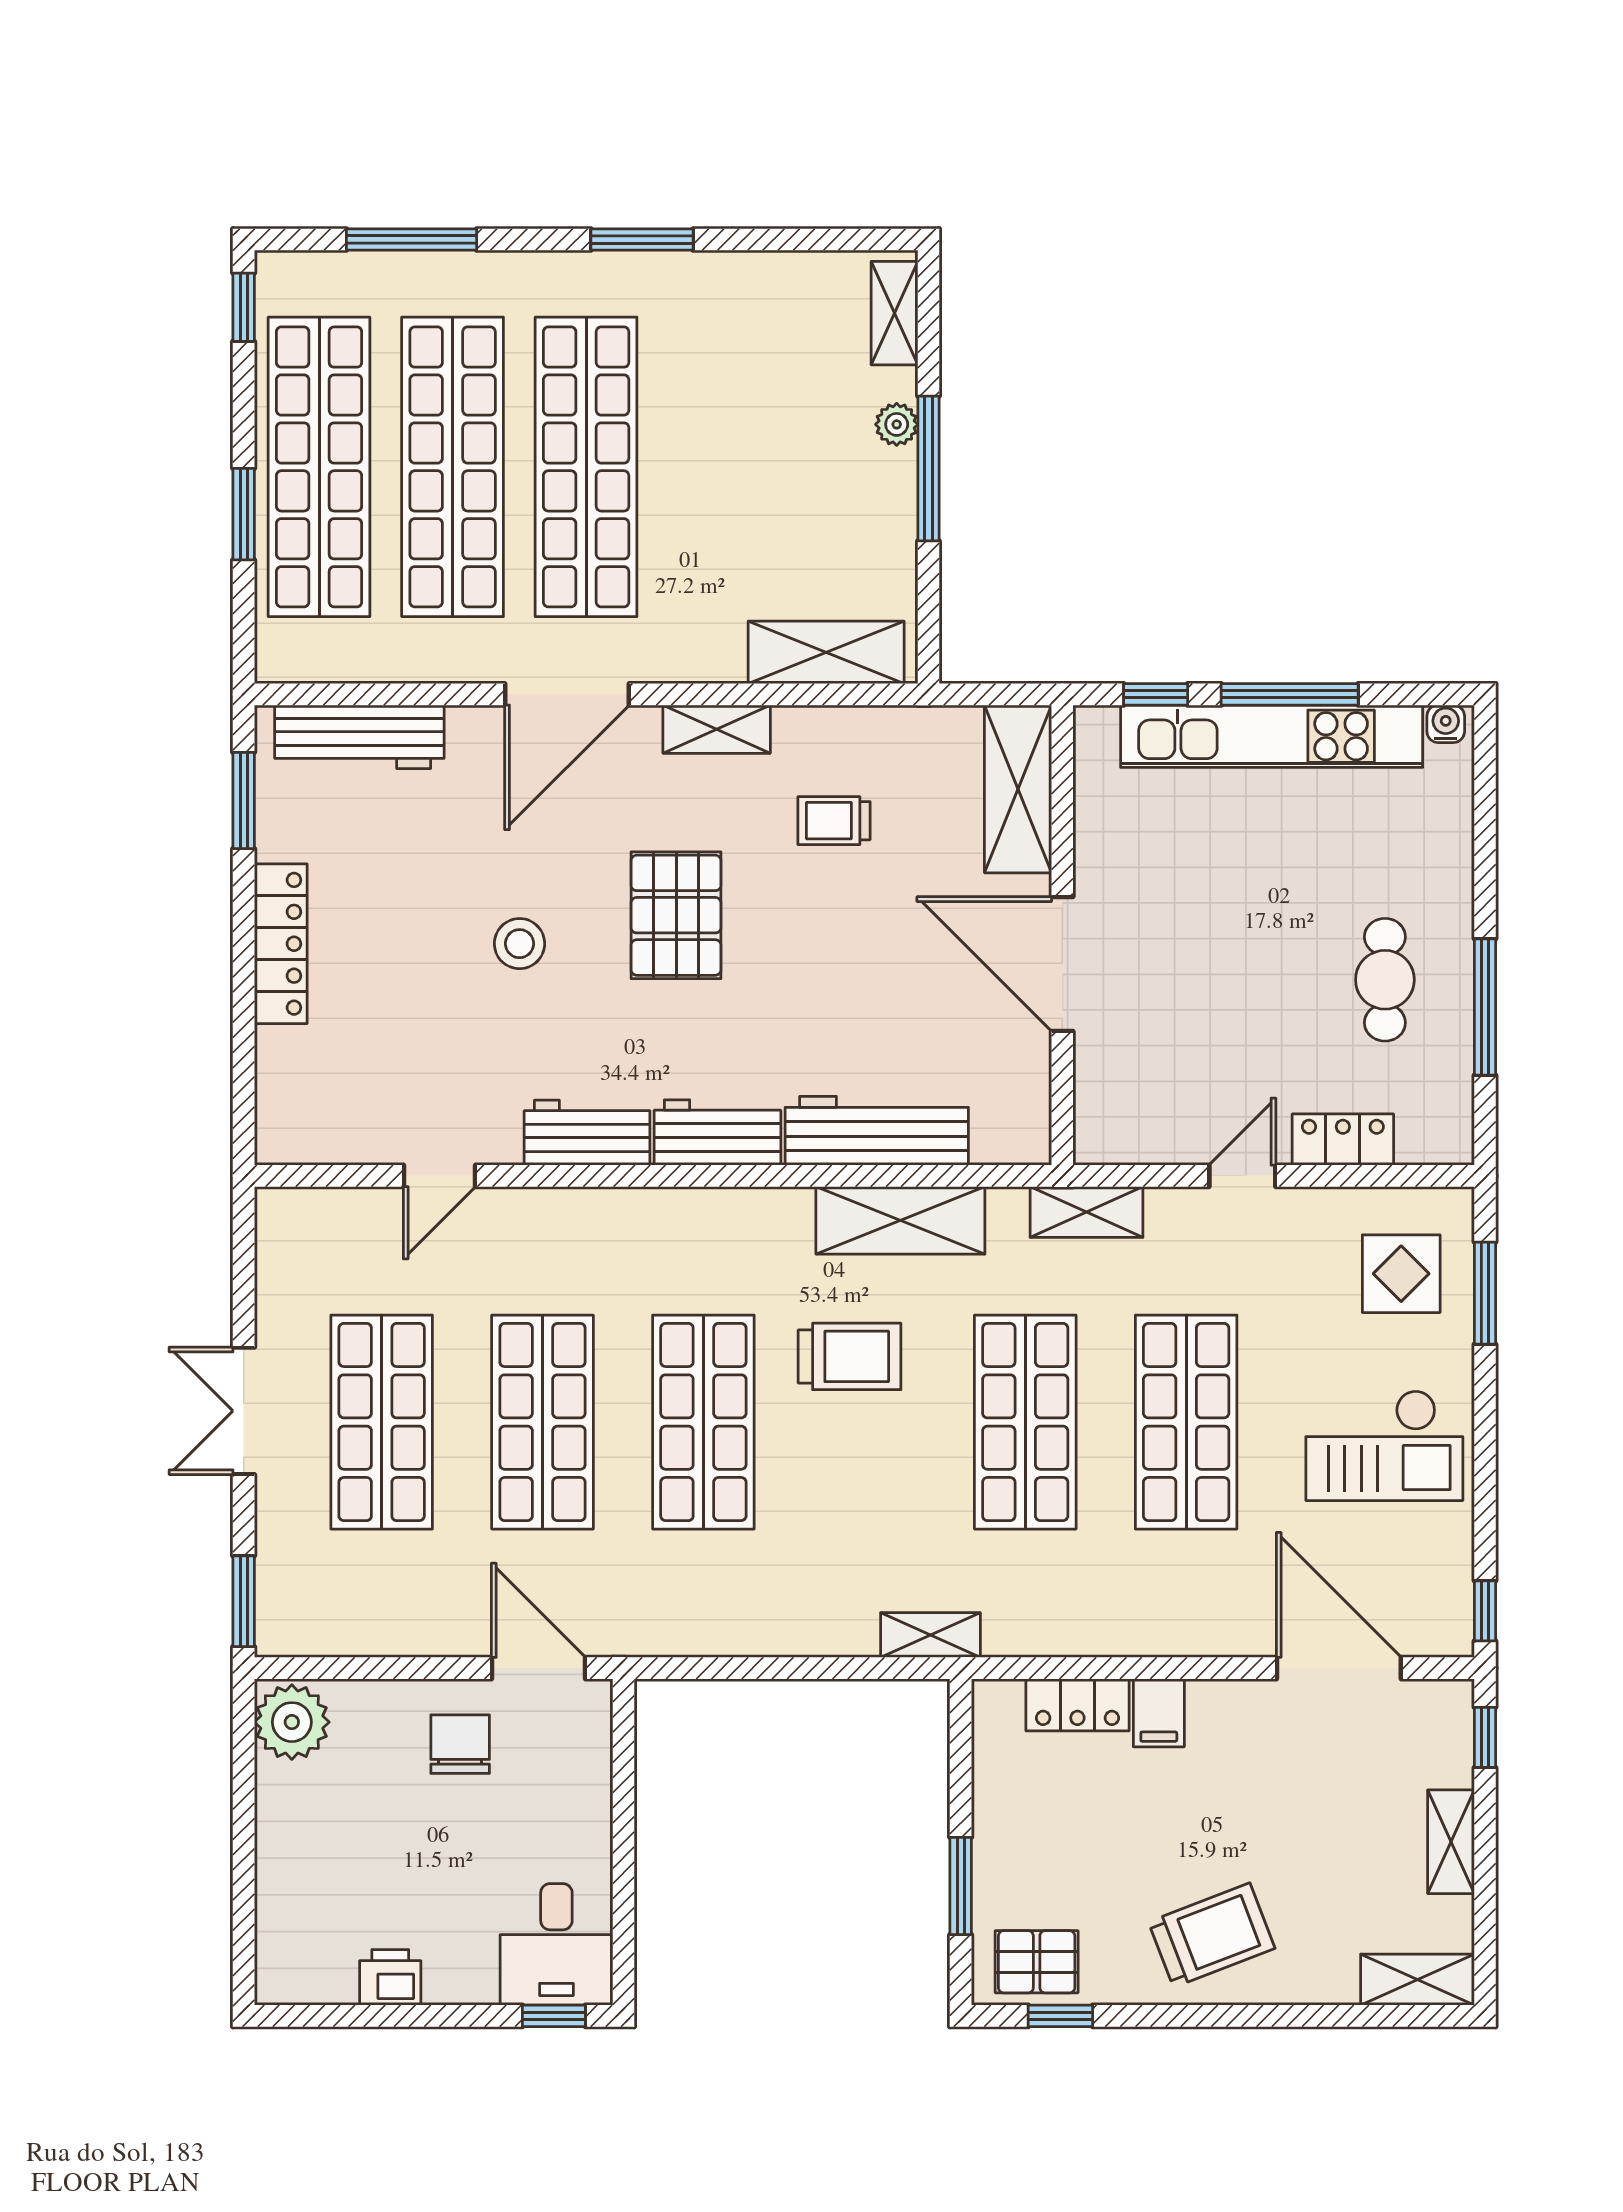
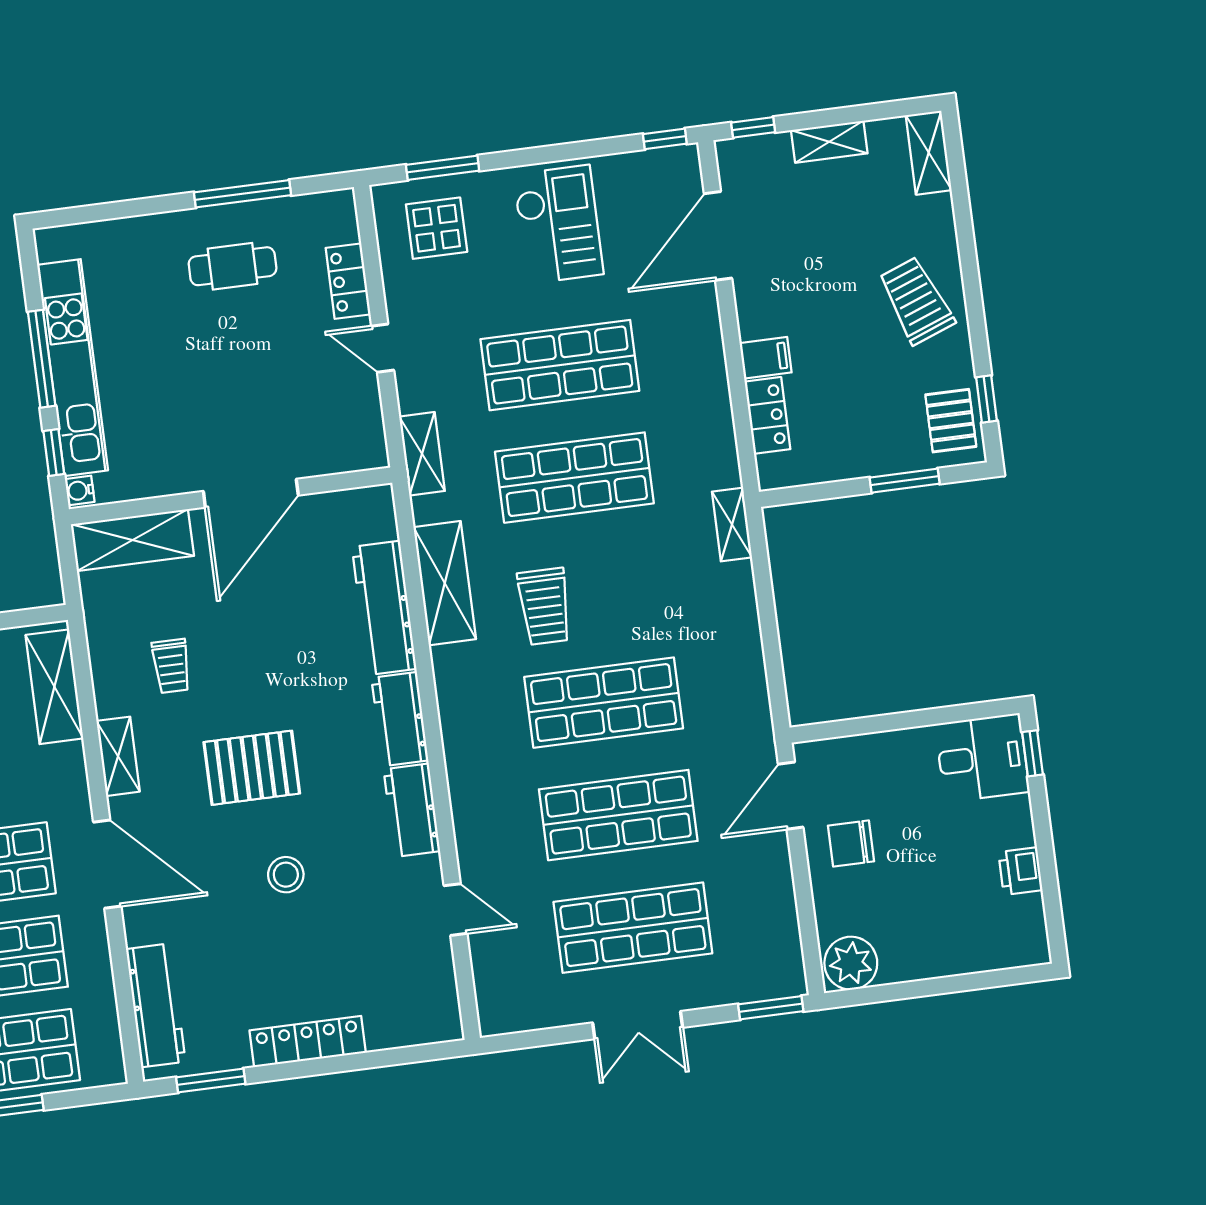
water cooler: (1446, 724) -> (80, 490), moved
trolley: (850, 1356) -> (545, 606), turned 180

